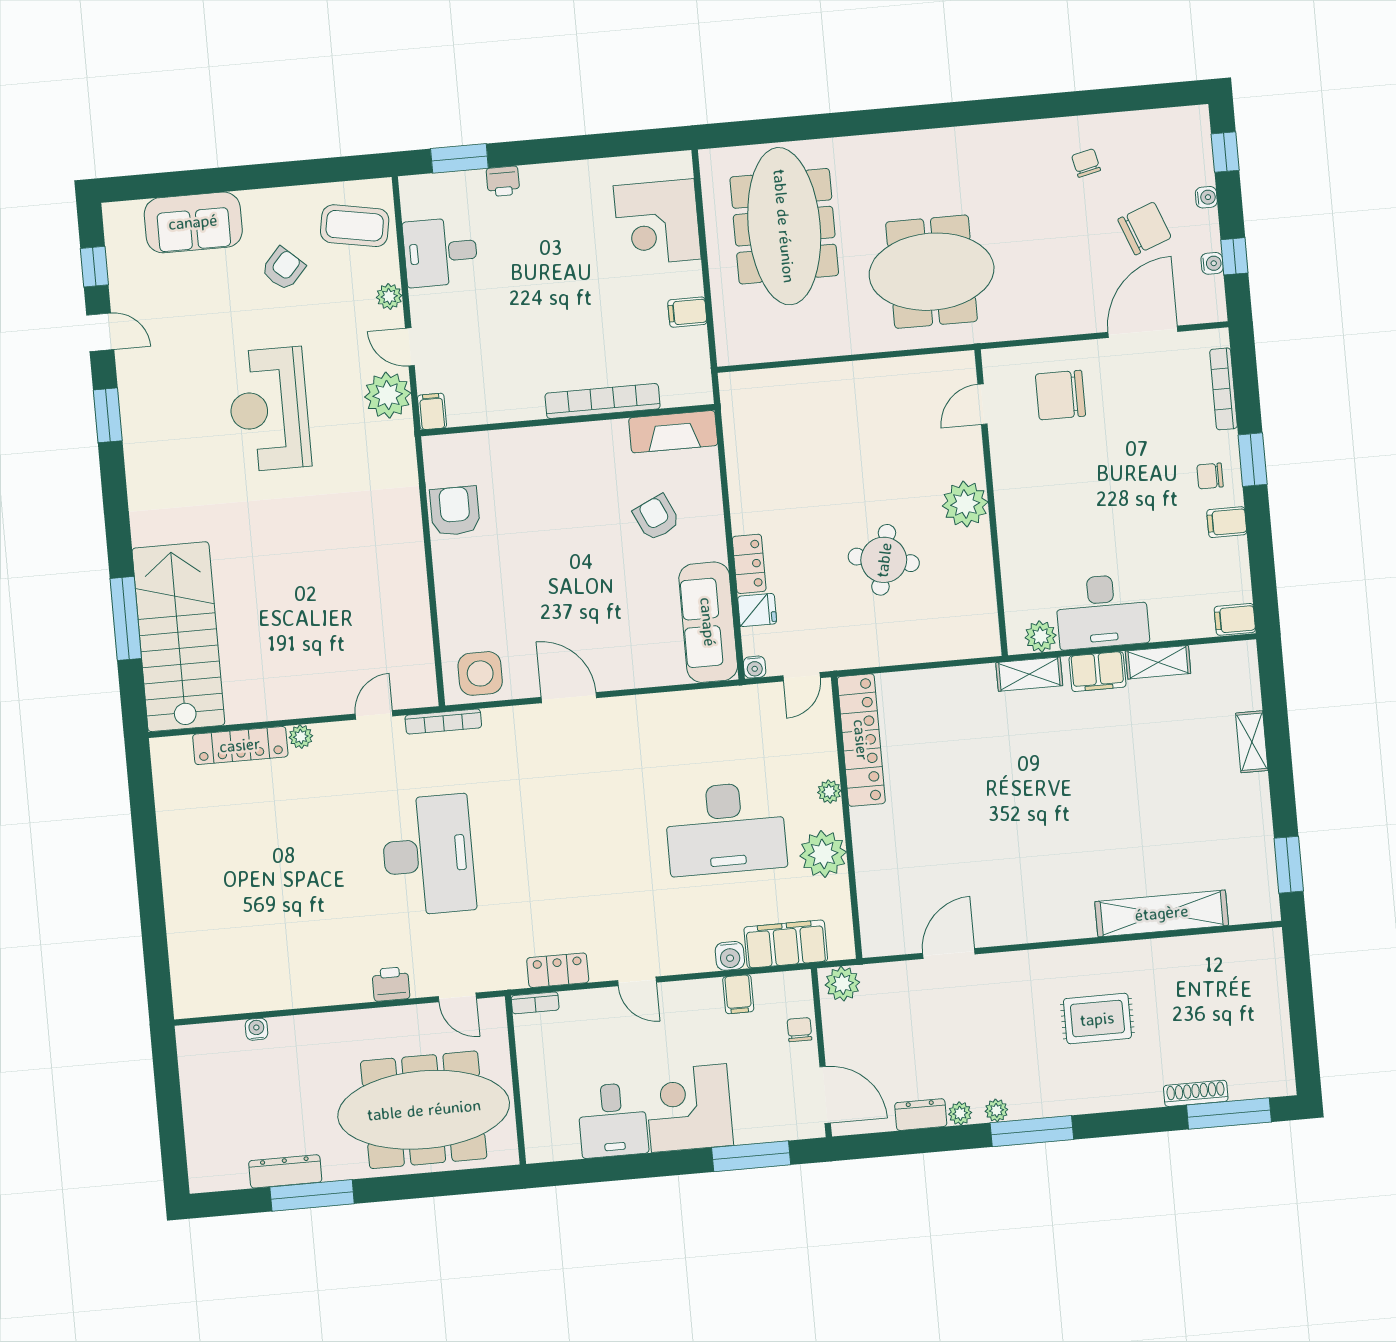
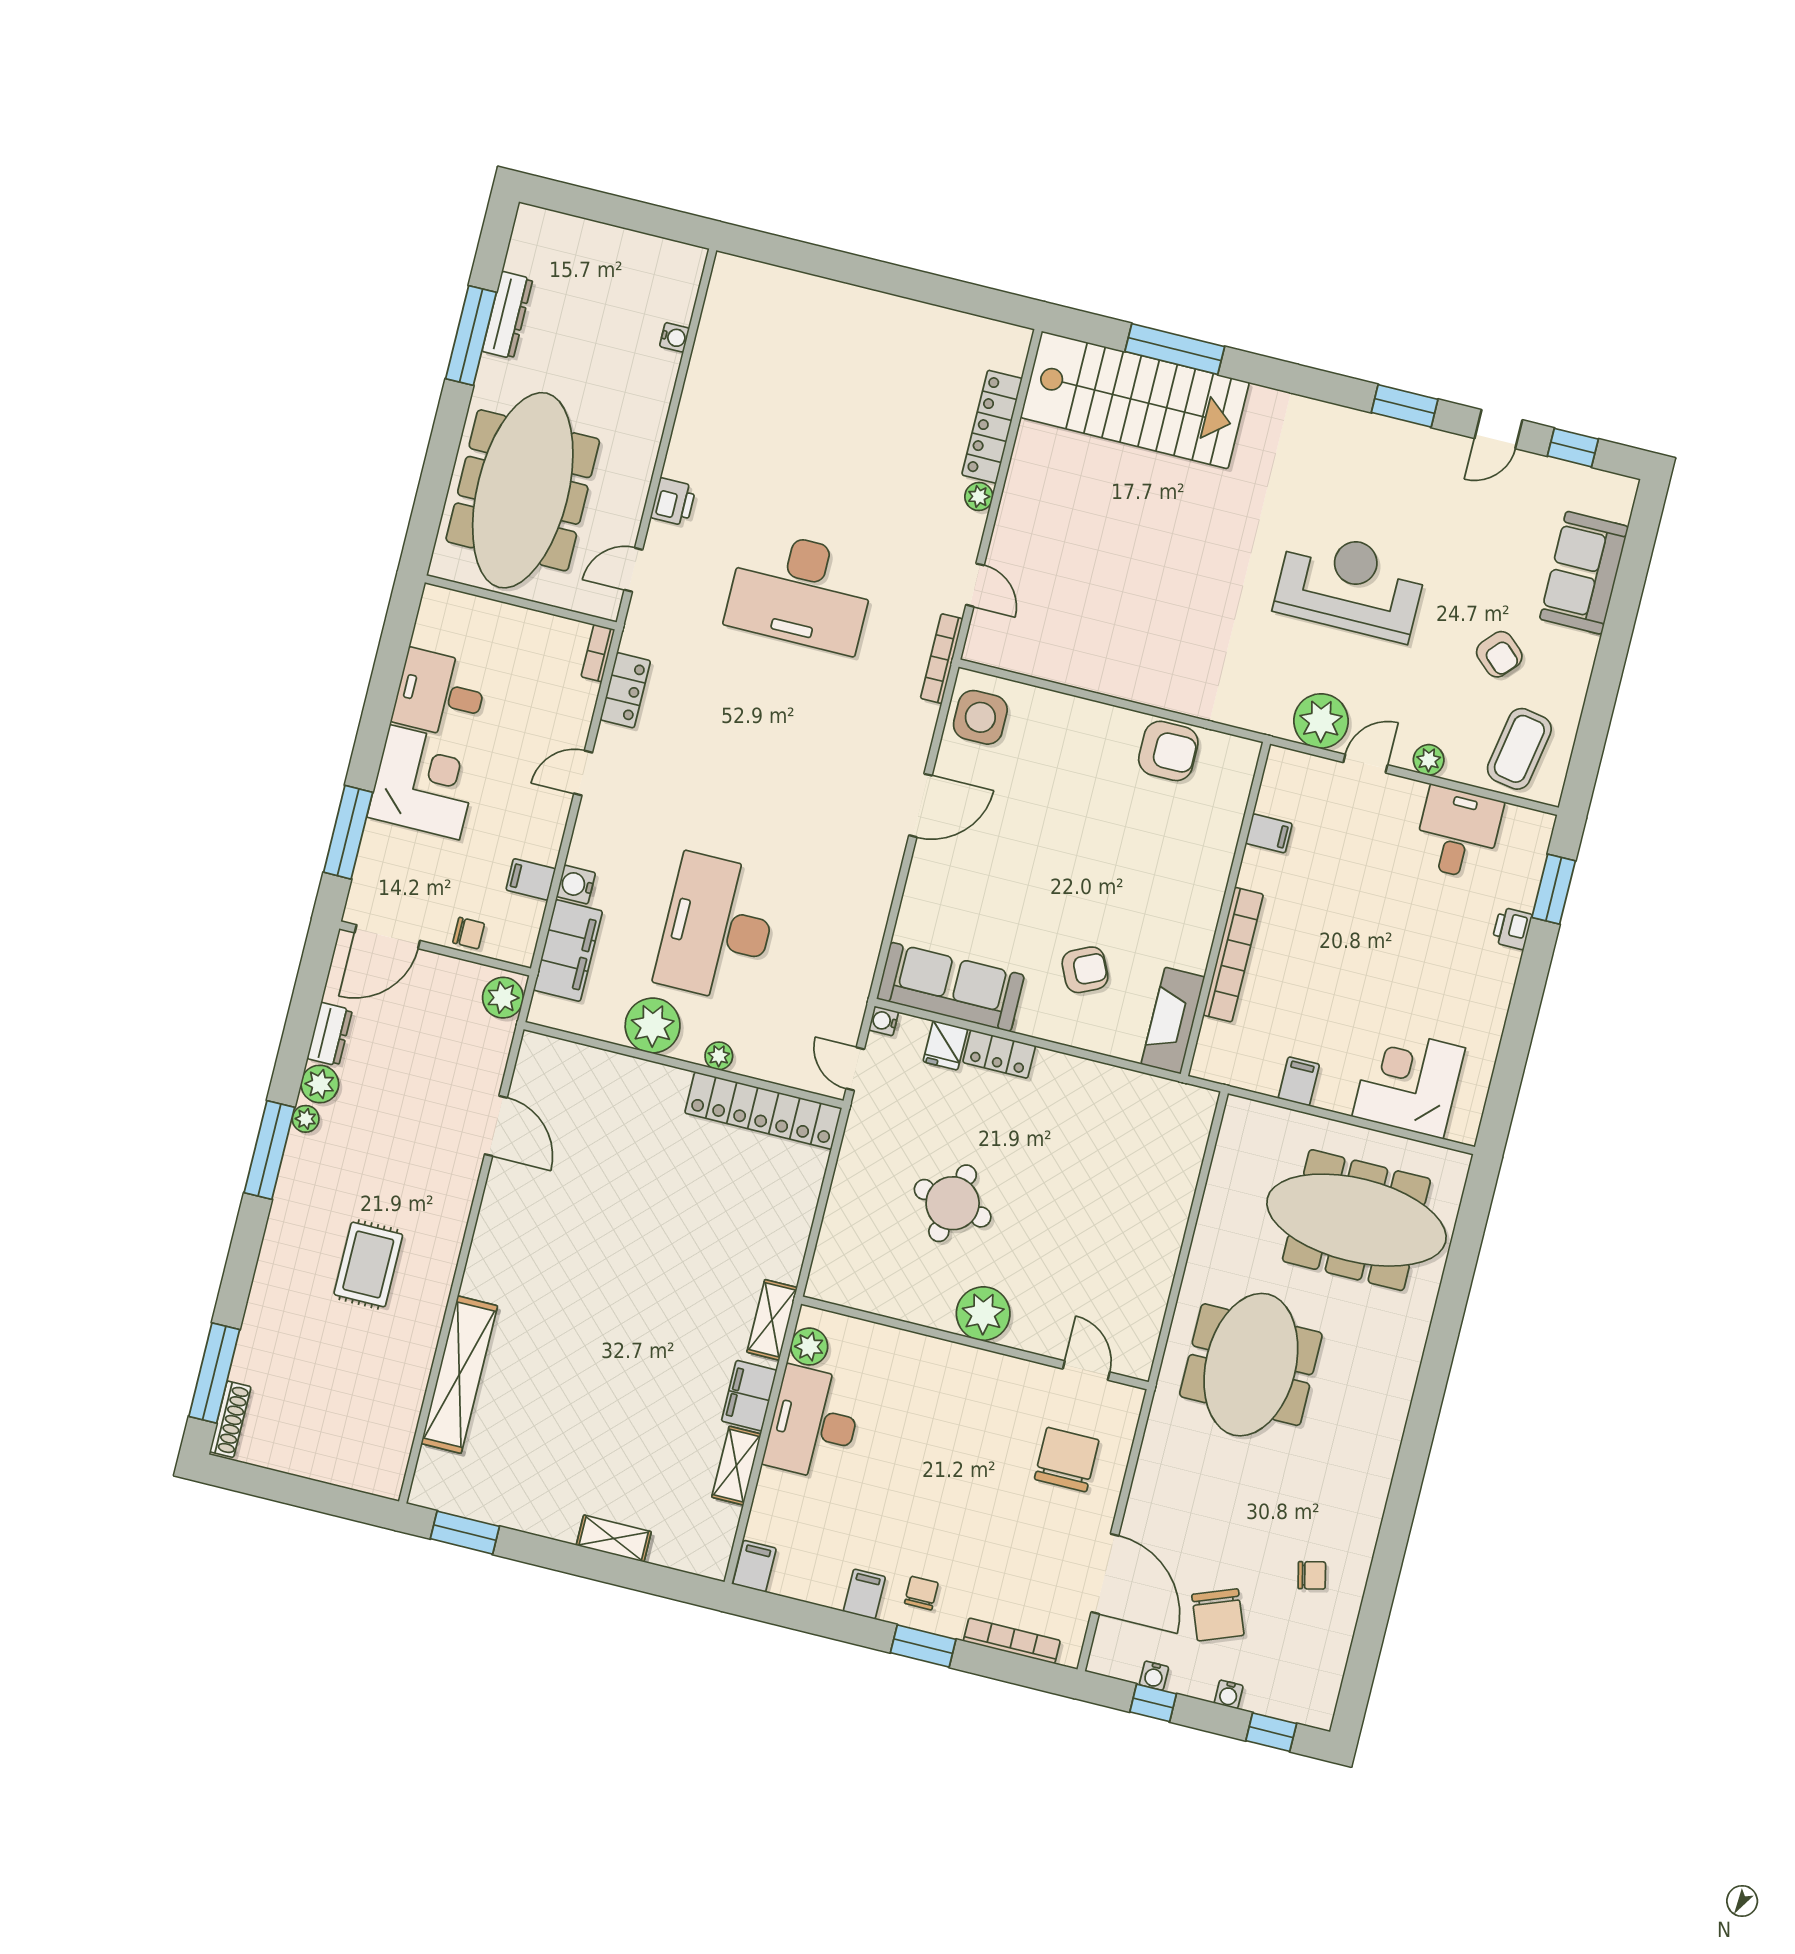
filing cabinet: (432, 411) -> (1269, 833), moved
shoe rack: (1196, 1093) -> (230, 1419), moved
plant: (960, 1113) -> (320, 1084), width x1.38, depth x1.38

